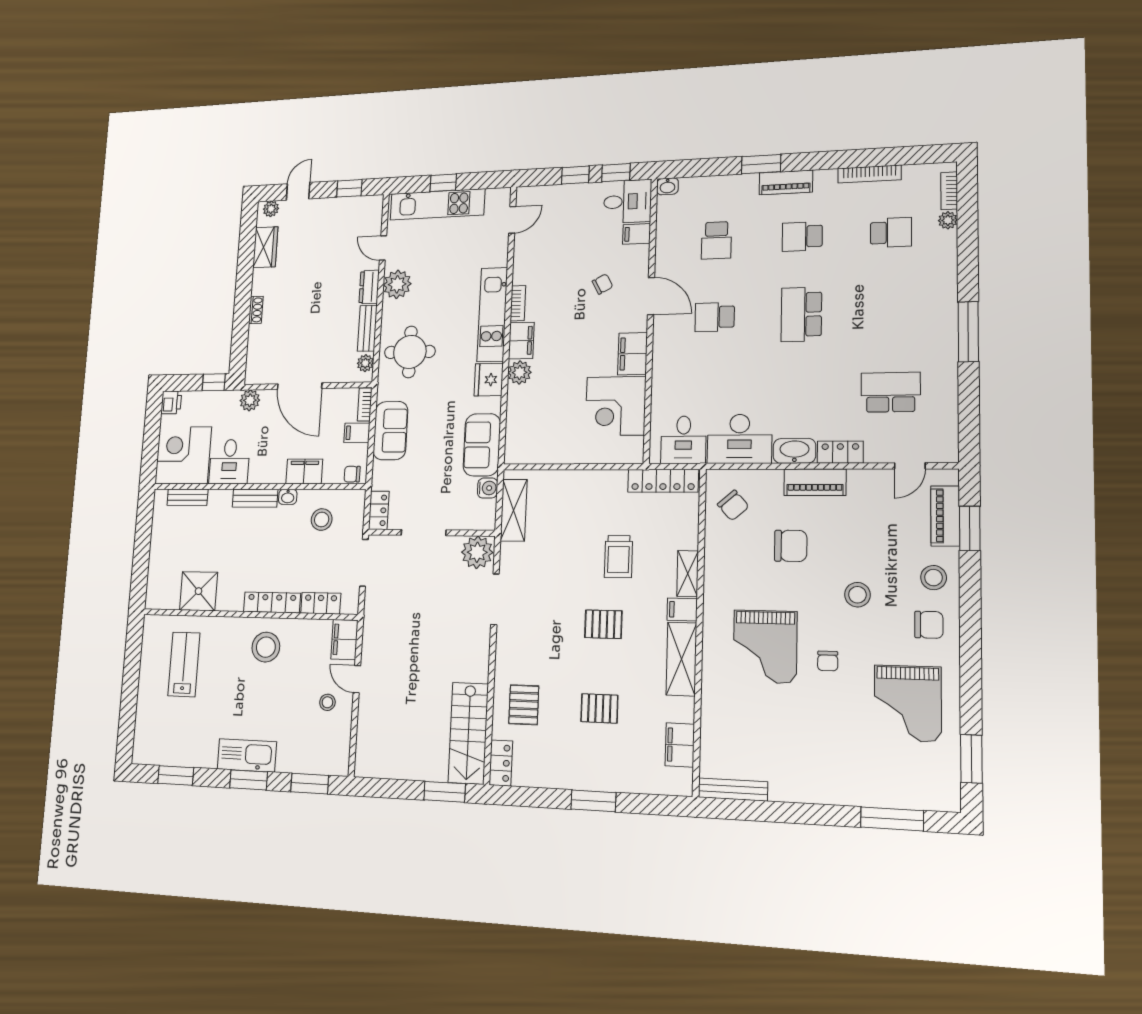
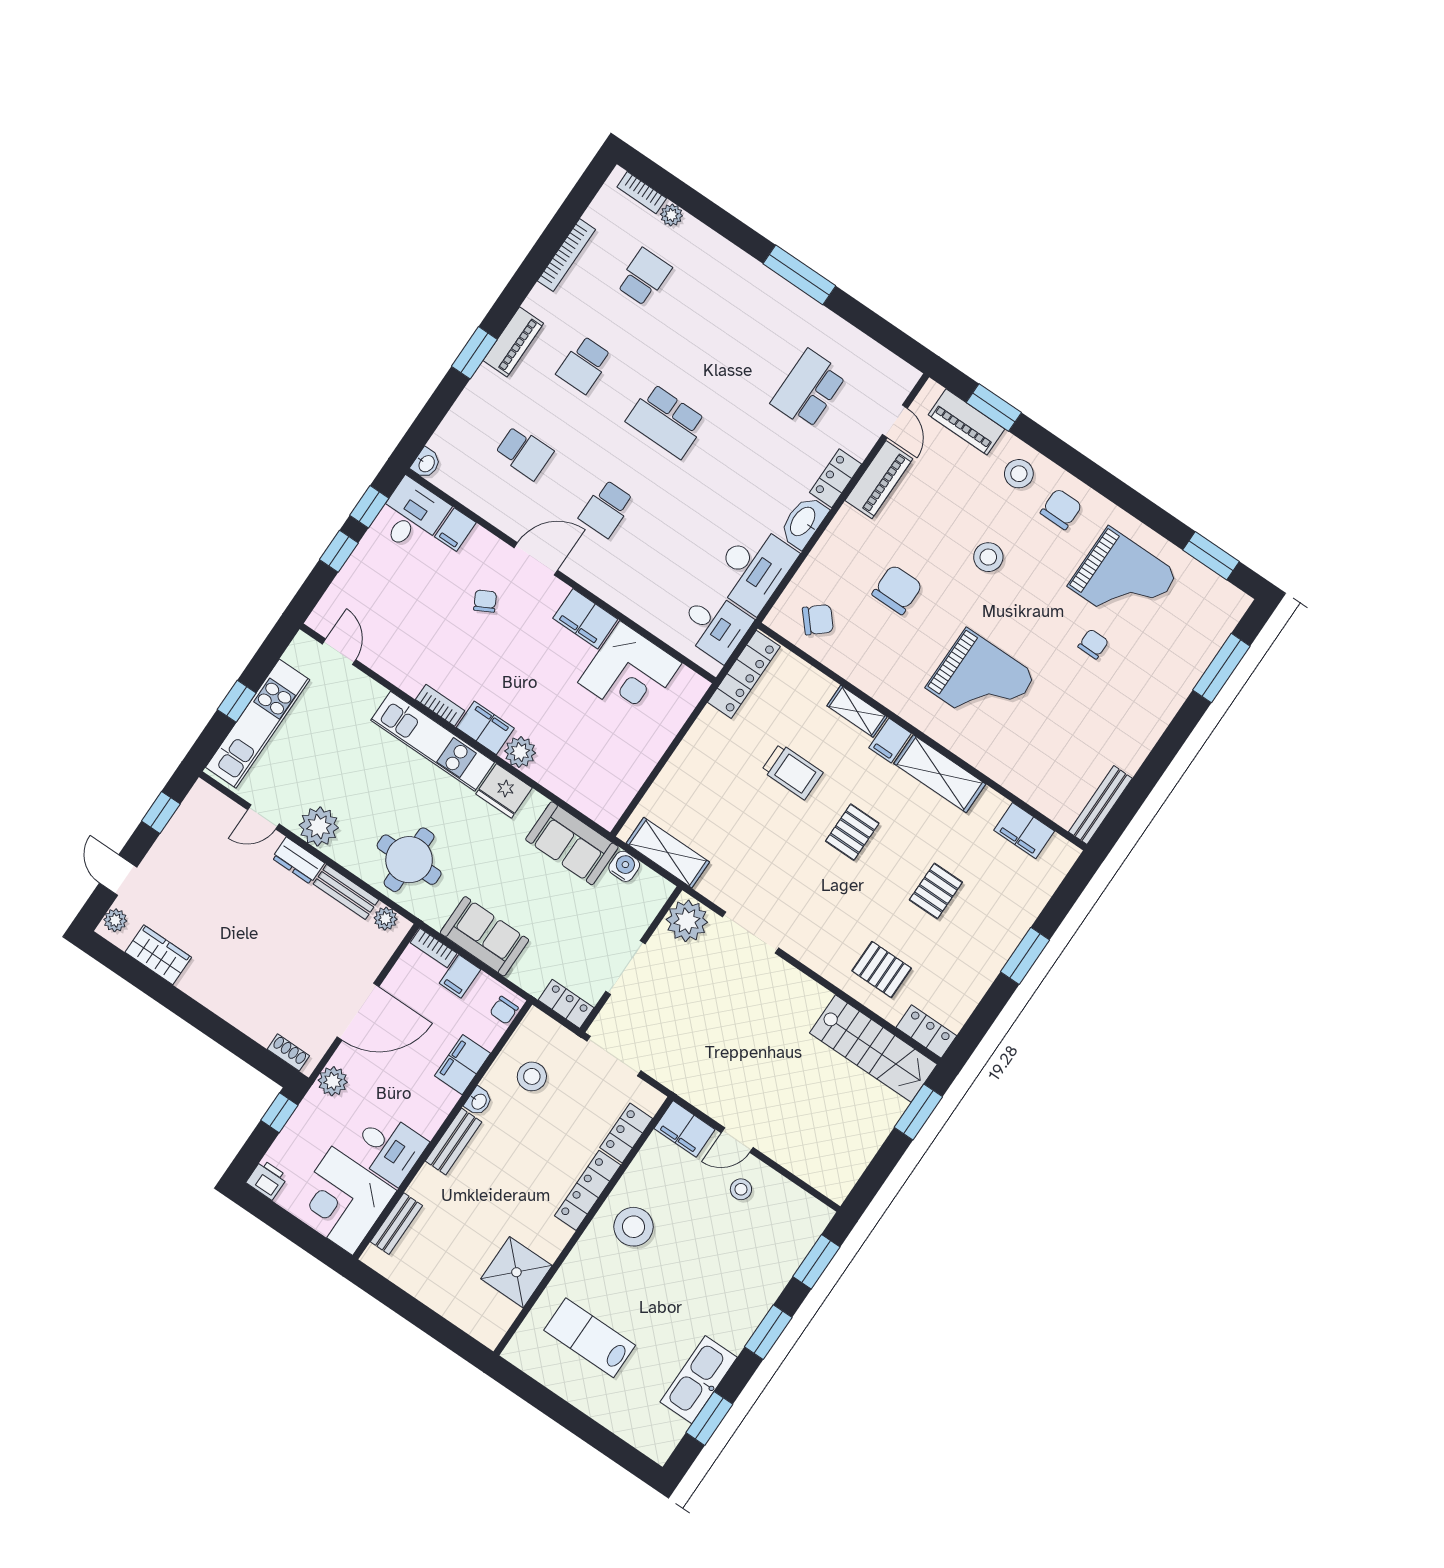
shoe rack: (256, 310) -> (288, 1052), moved
piano: (815, 482) -> (879, 480), moved
chair: (828, 661) -> (1093, 644), moved, turned -90
kitchen sink: (247, 755) -> (699, 1380), moved

